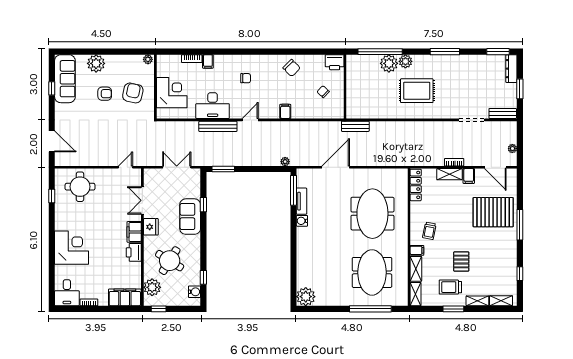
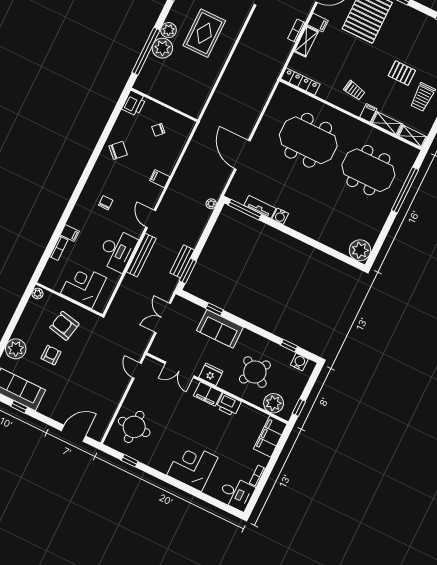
bench: (355, 126) -> (182, 261), moved

